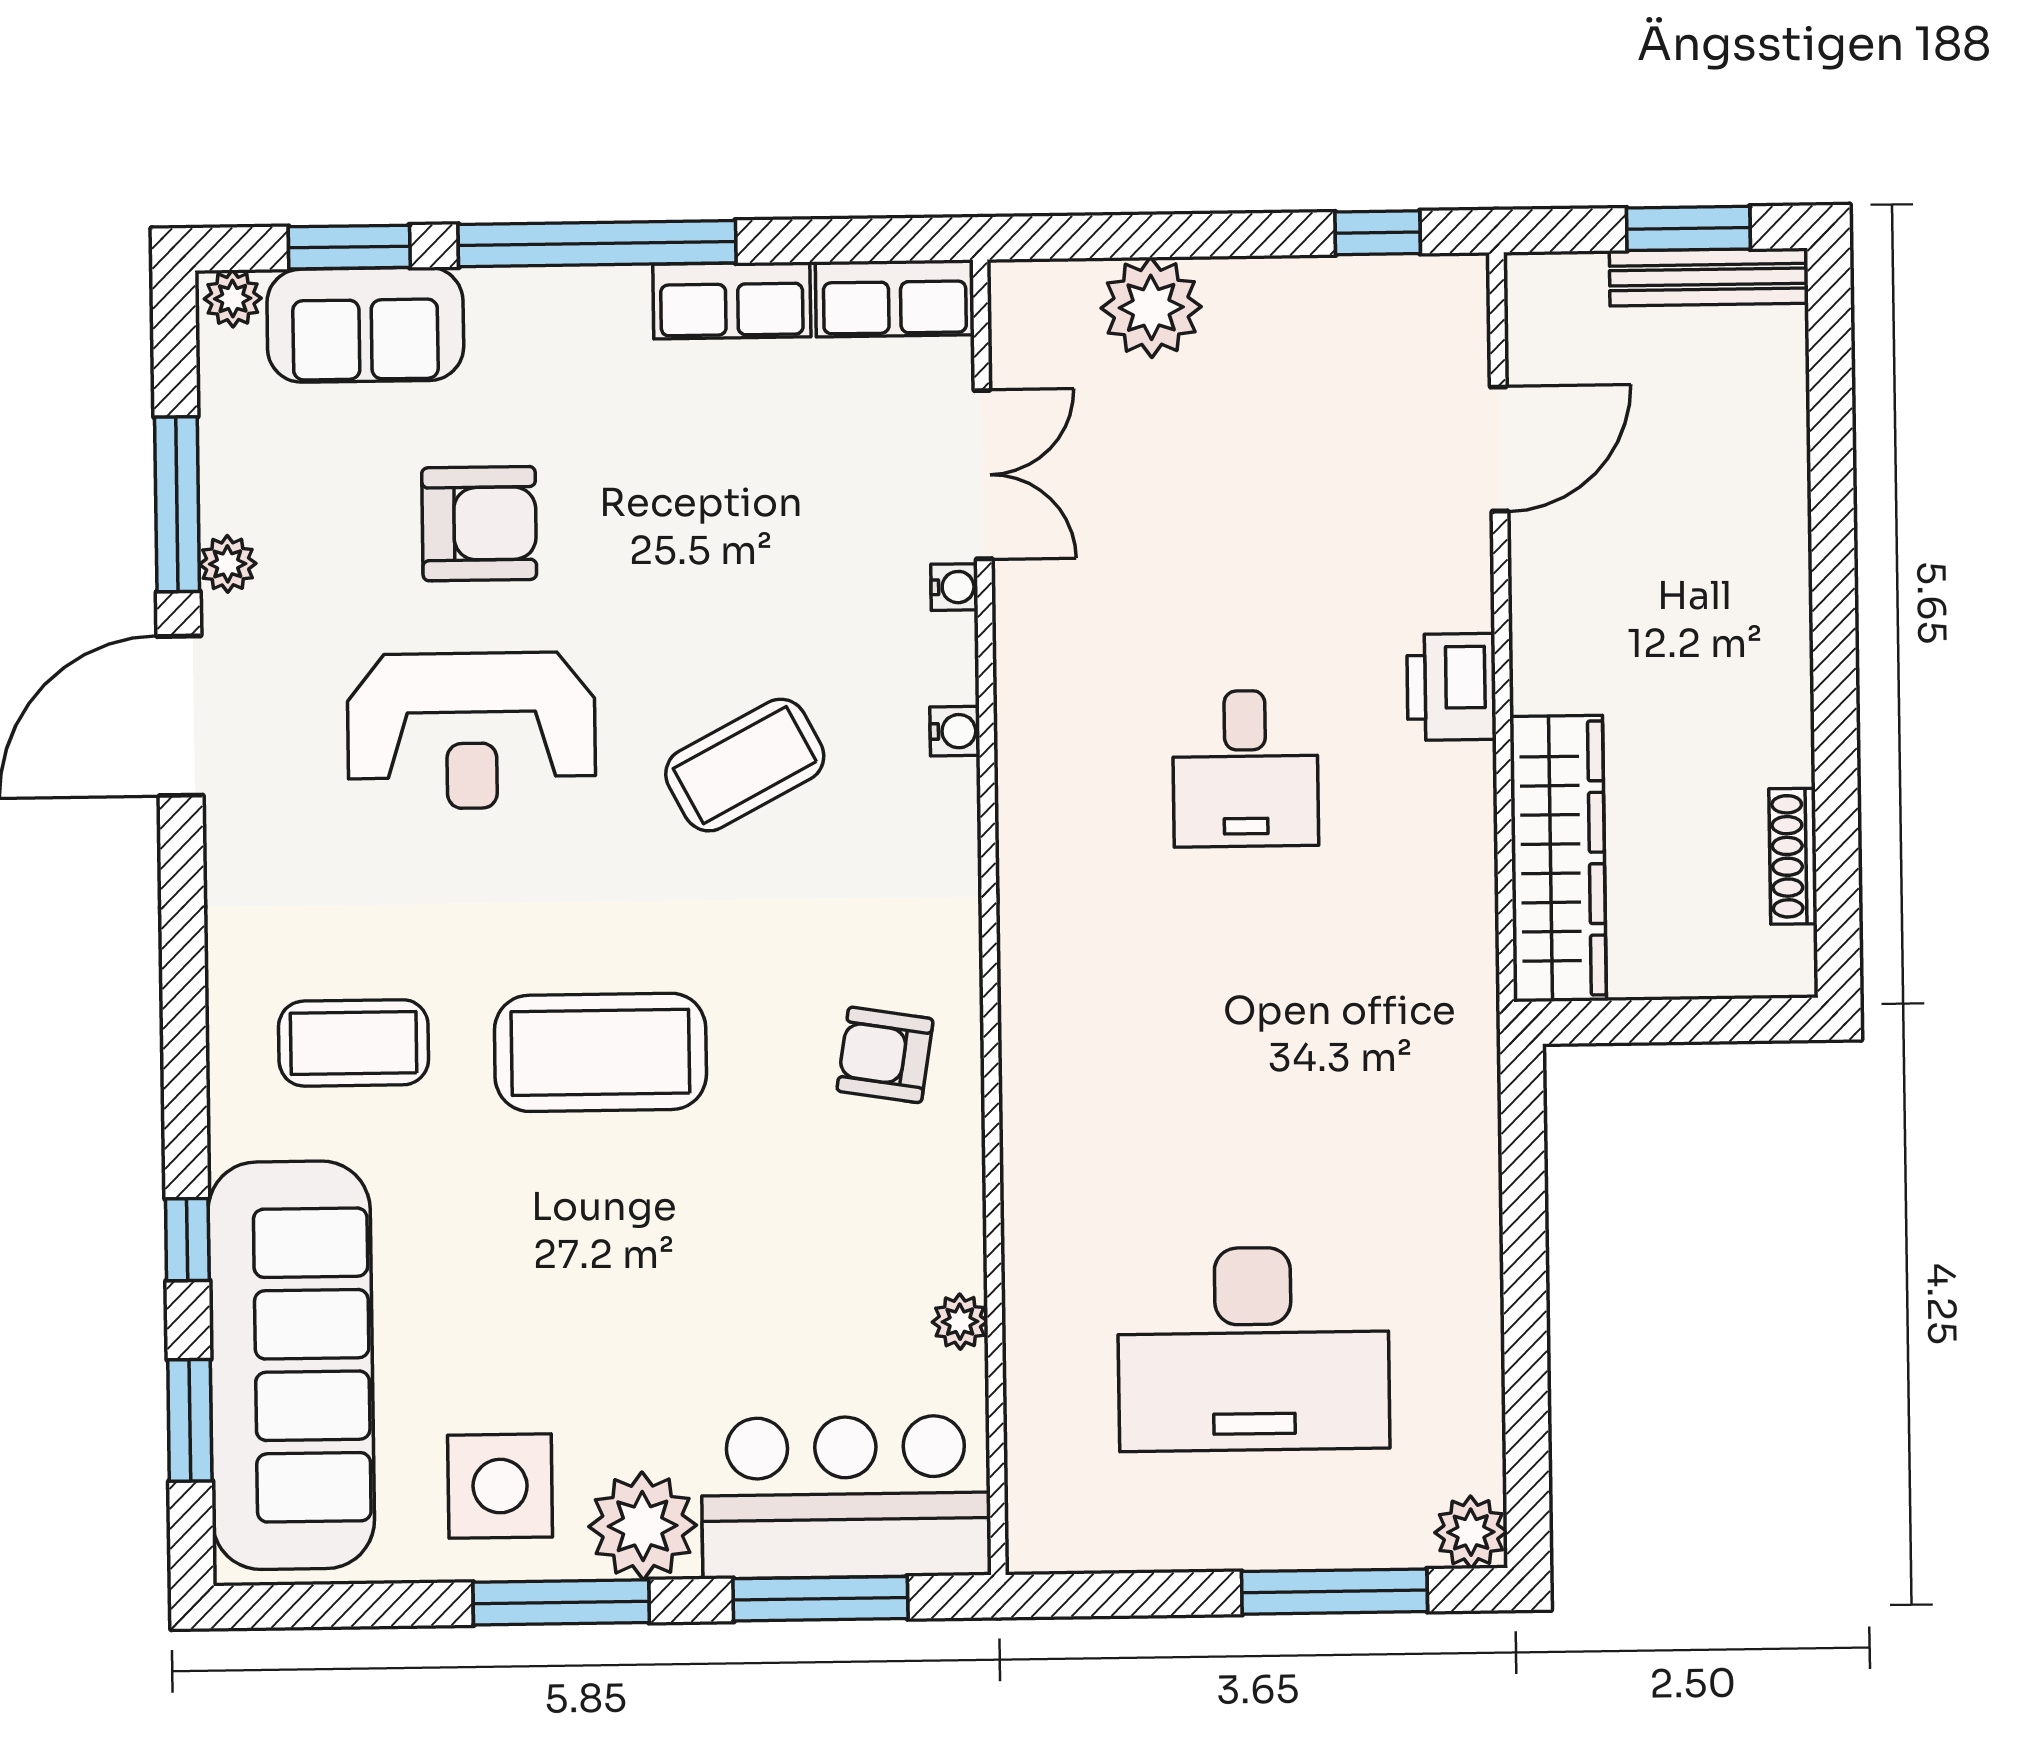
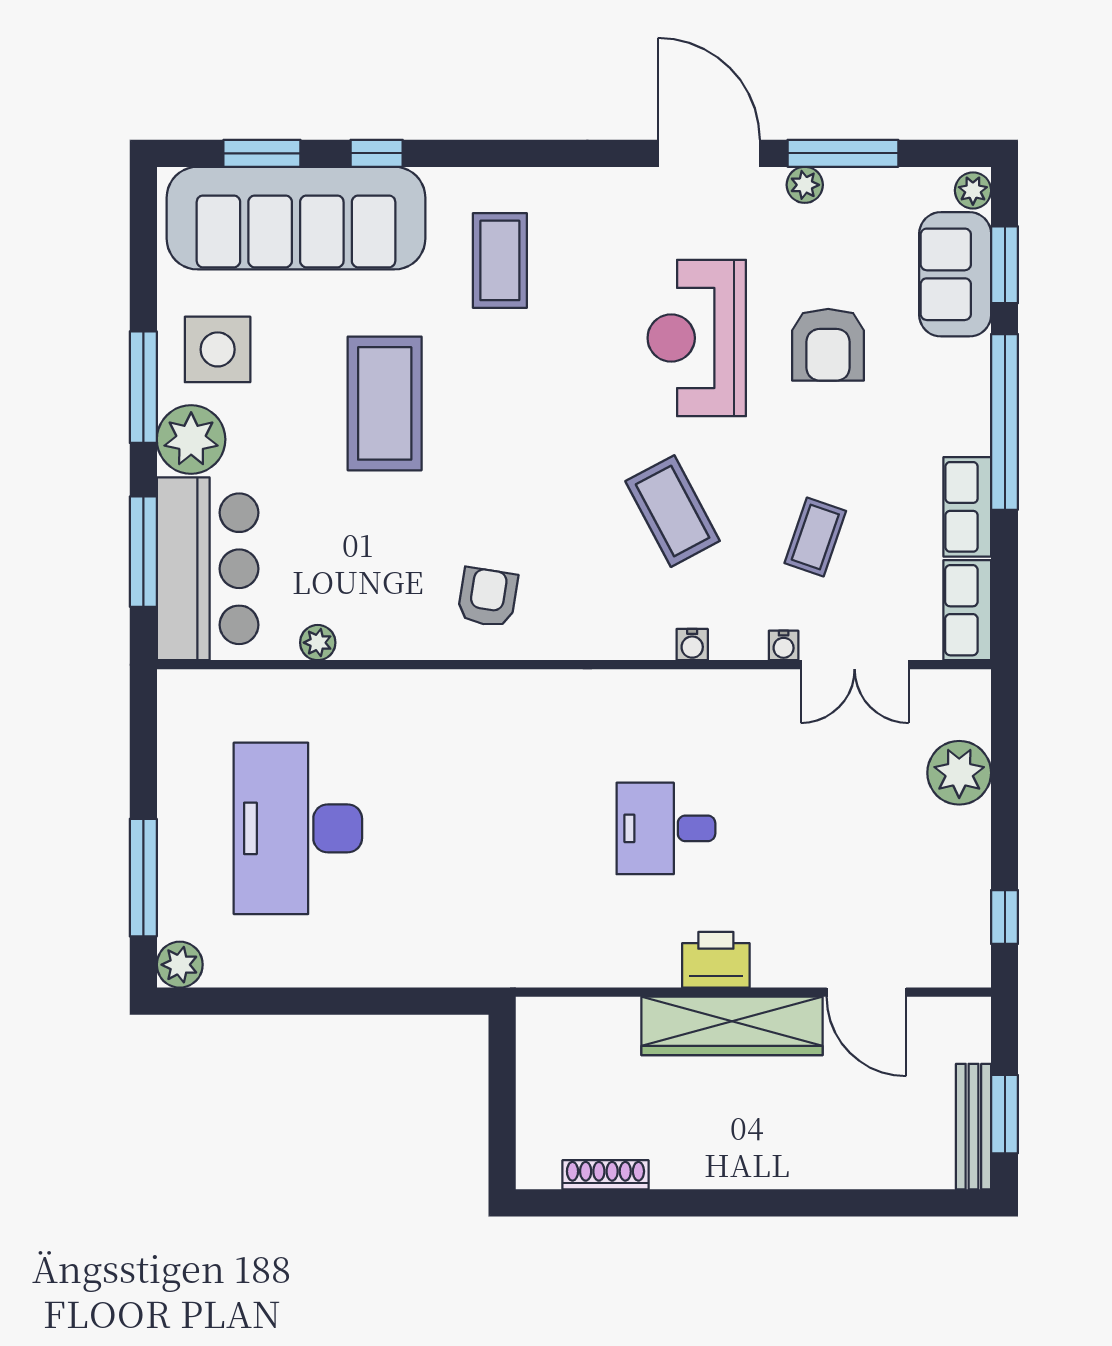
coffee table: (783, 539) -> (815, 537), added
wardrobe: (1558, 858) -> (732, 1026), moved
coffee table: (600, 1052) -> (385, 403), moved

